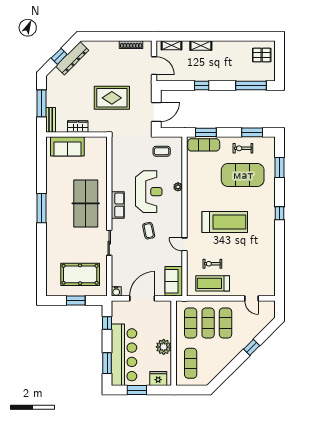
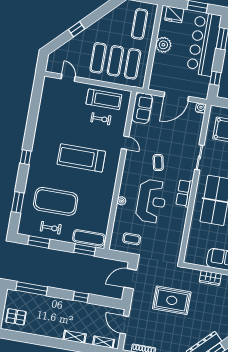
reception desk: (149, 192) -> (151, 201), turned 180

